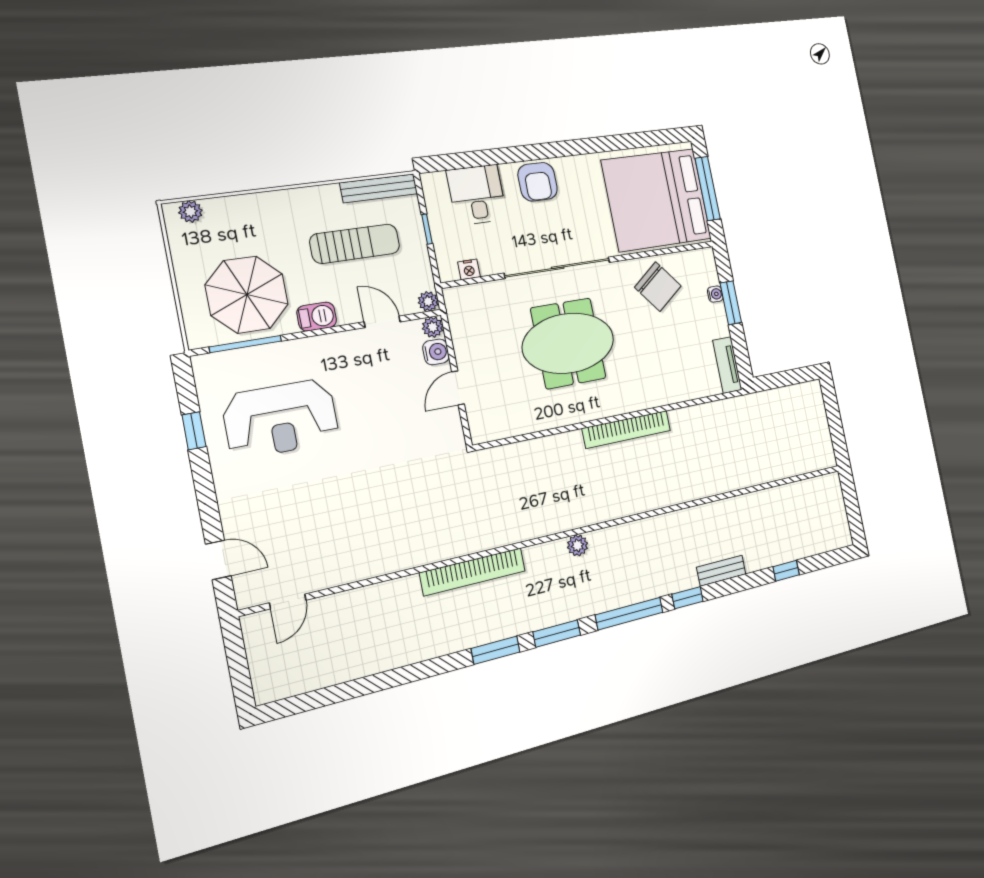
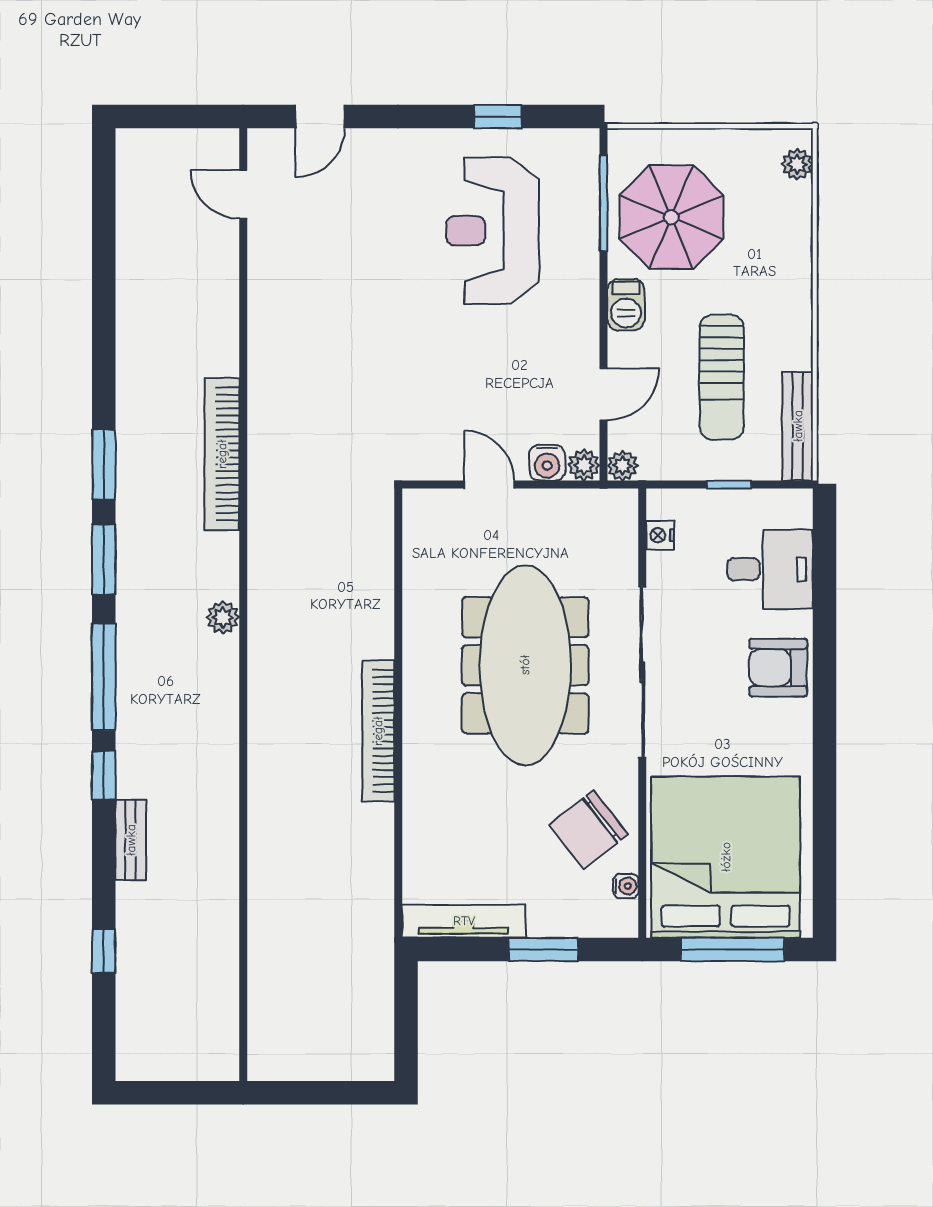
water cooler: (715, 294) -> (626, 886), moved, turned -90
meeting table: (568, 343) -> (525, 665), width x1.36
tv unit: (727, 365) -> (464, 921), width x1.41

